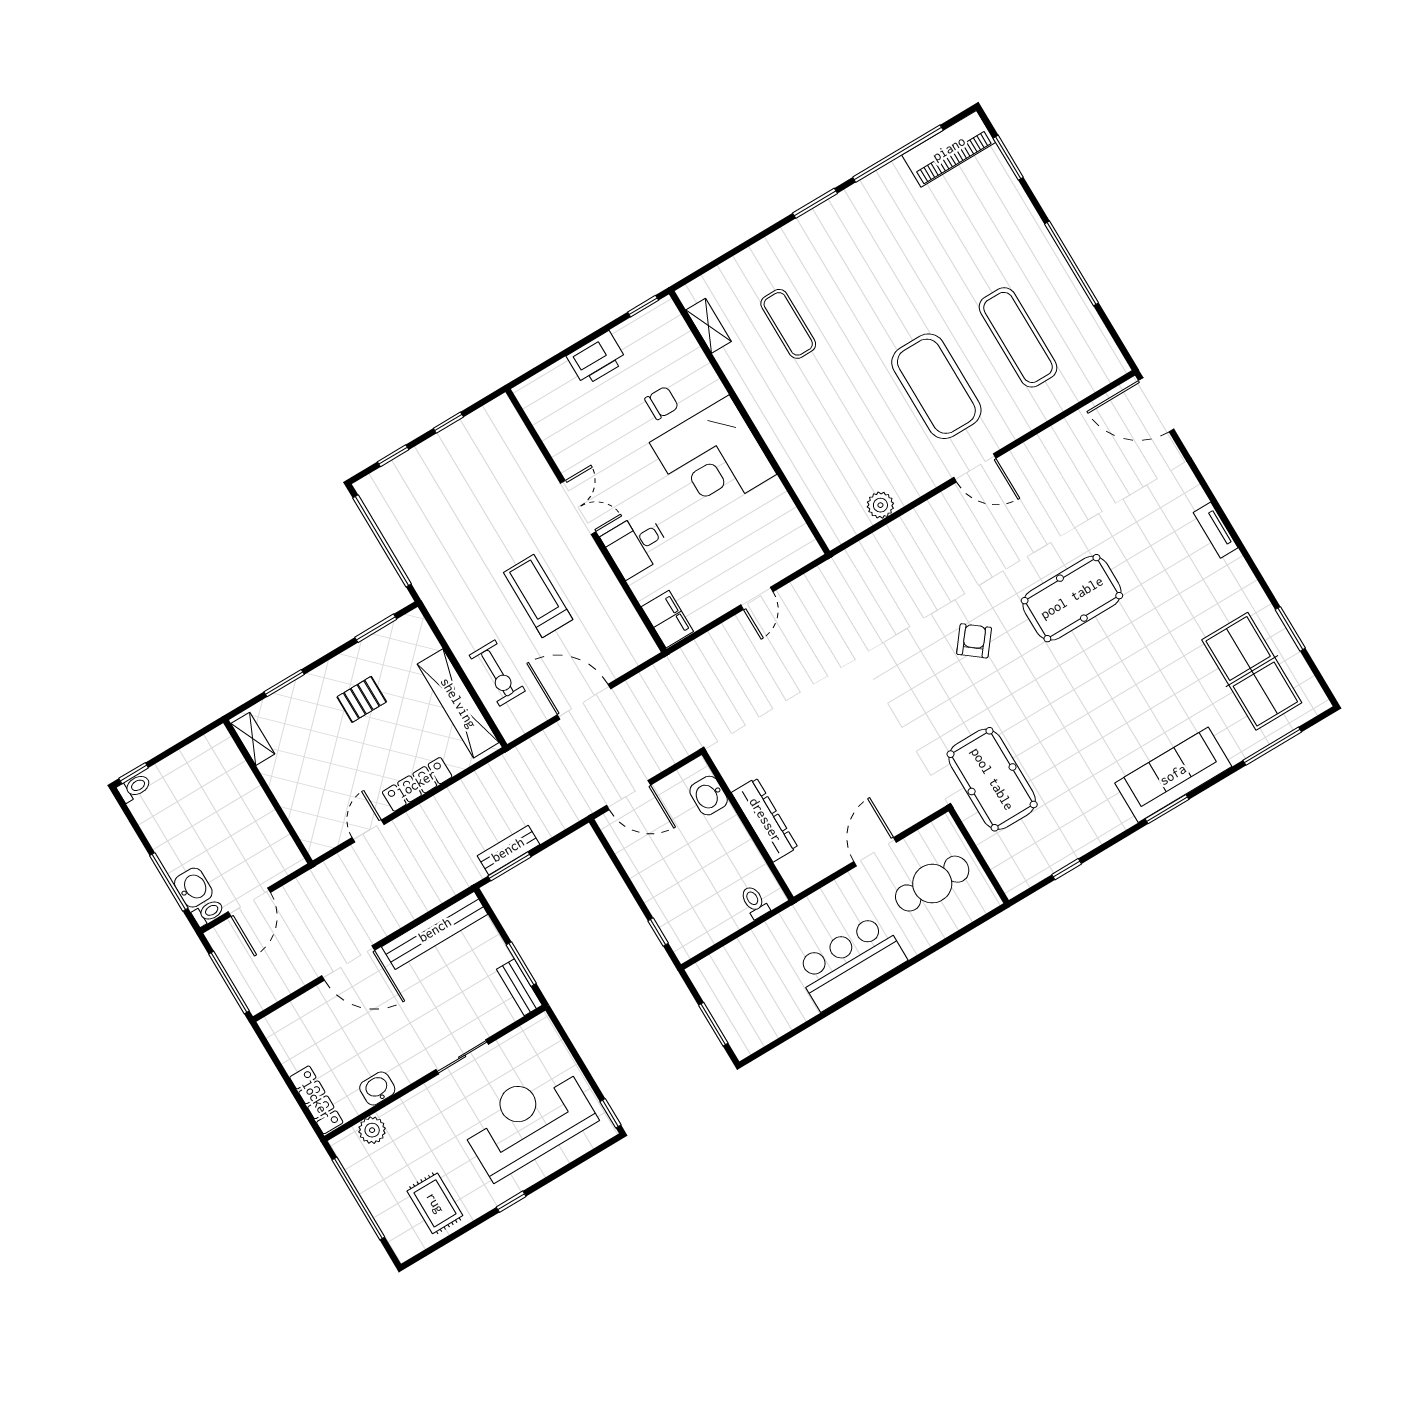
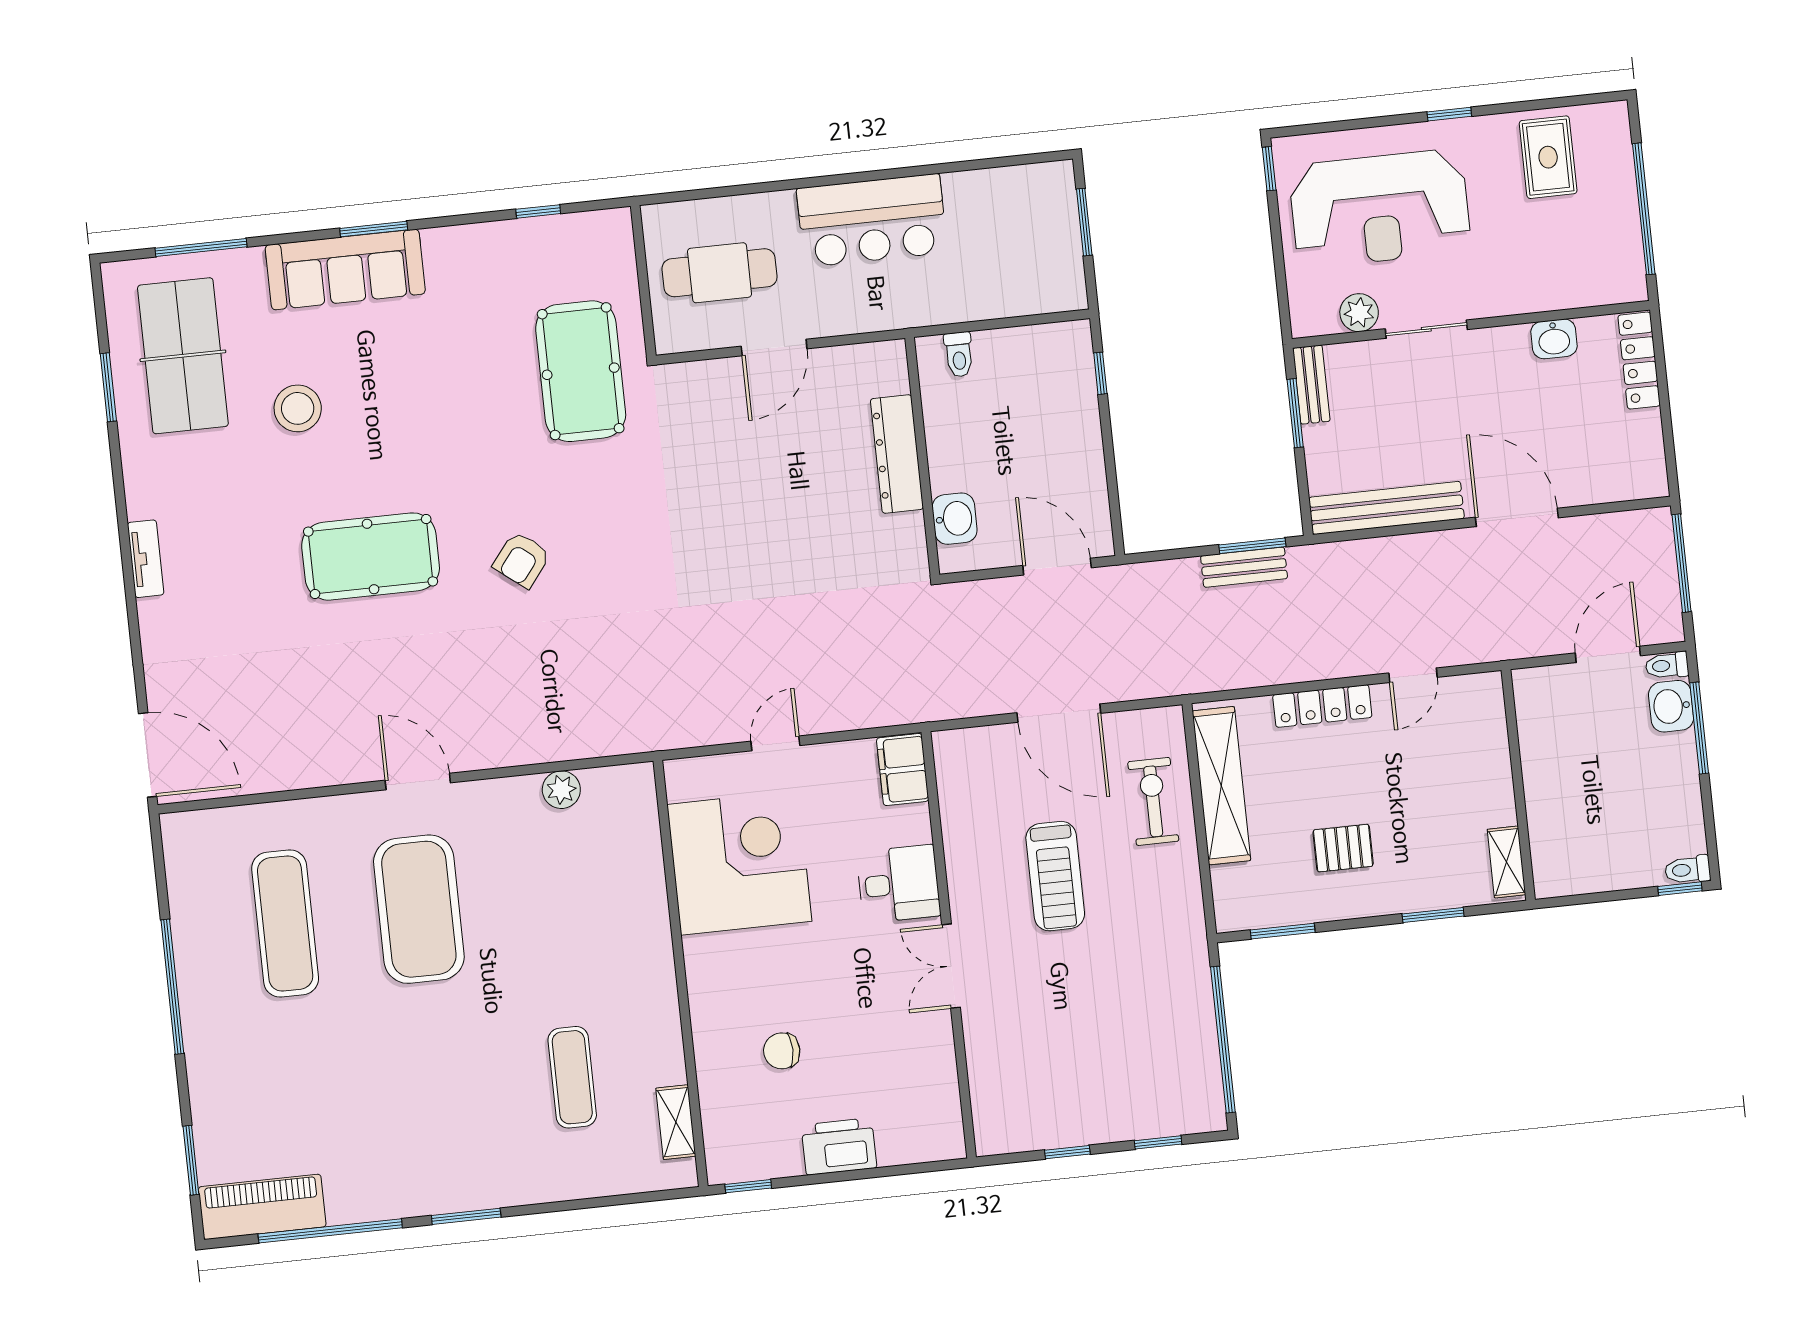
corner desk: (713, 458) -> (739, 863), moved
stool: (1163, 672) -> (298, 408), added
plant: (372, 1130) -> (1359, 313), moved

